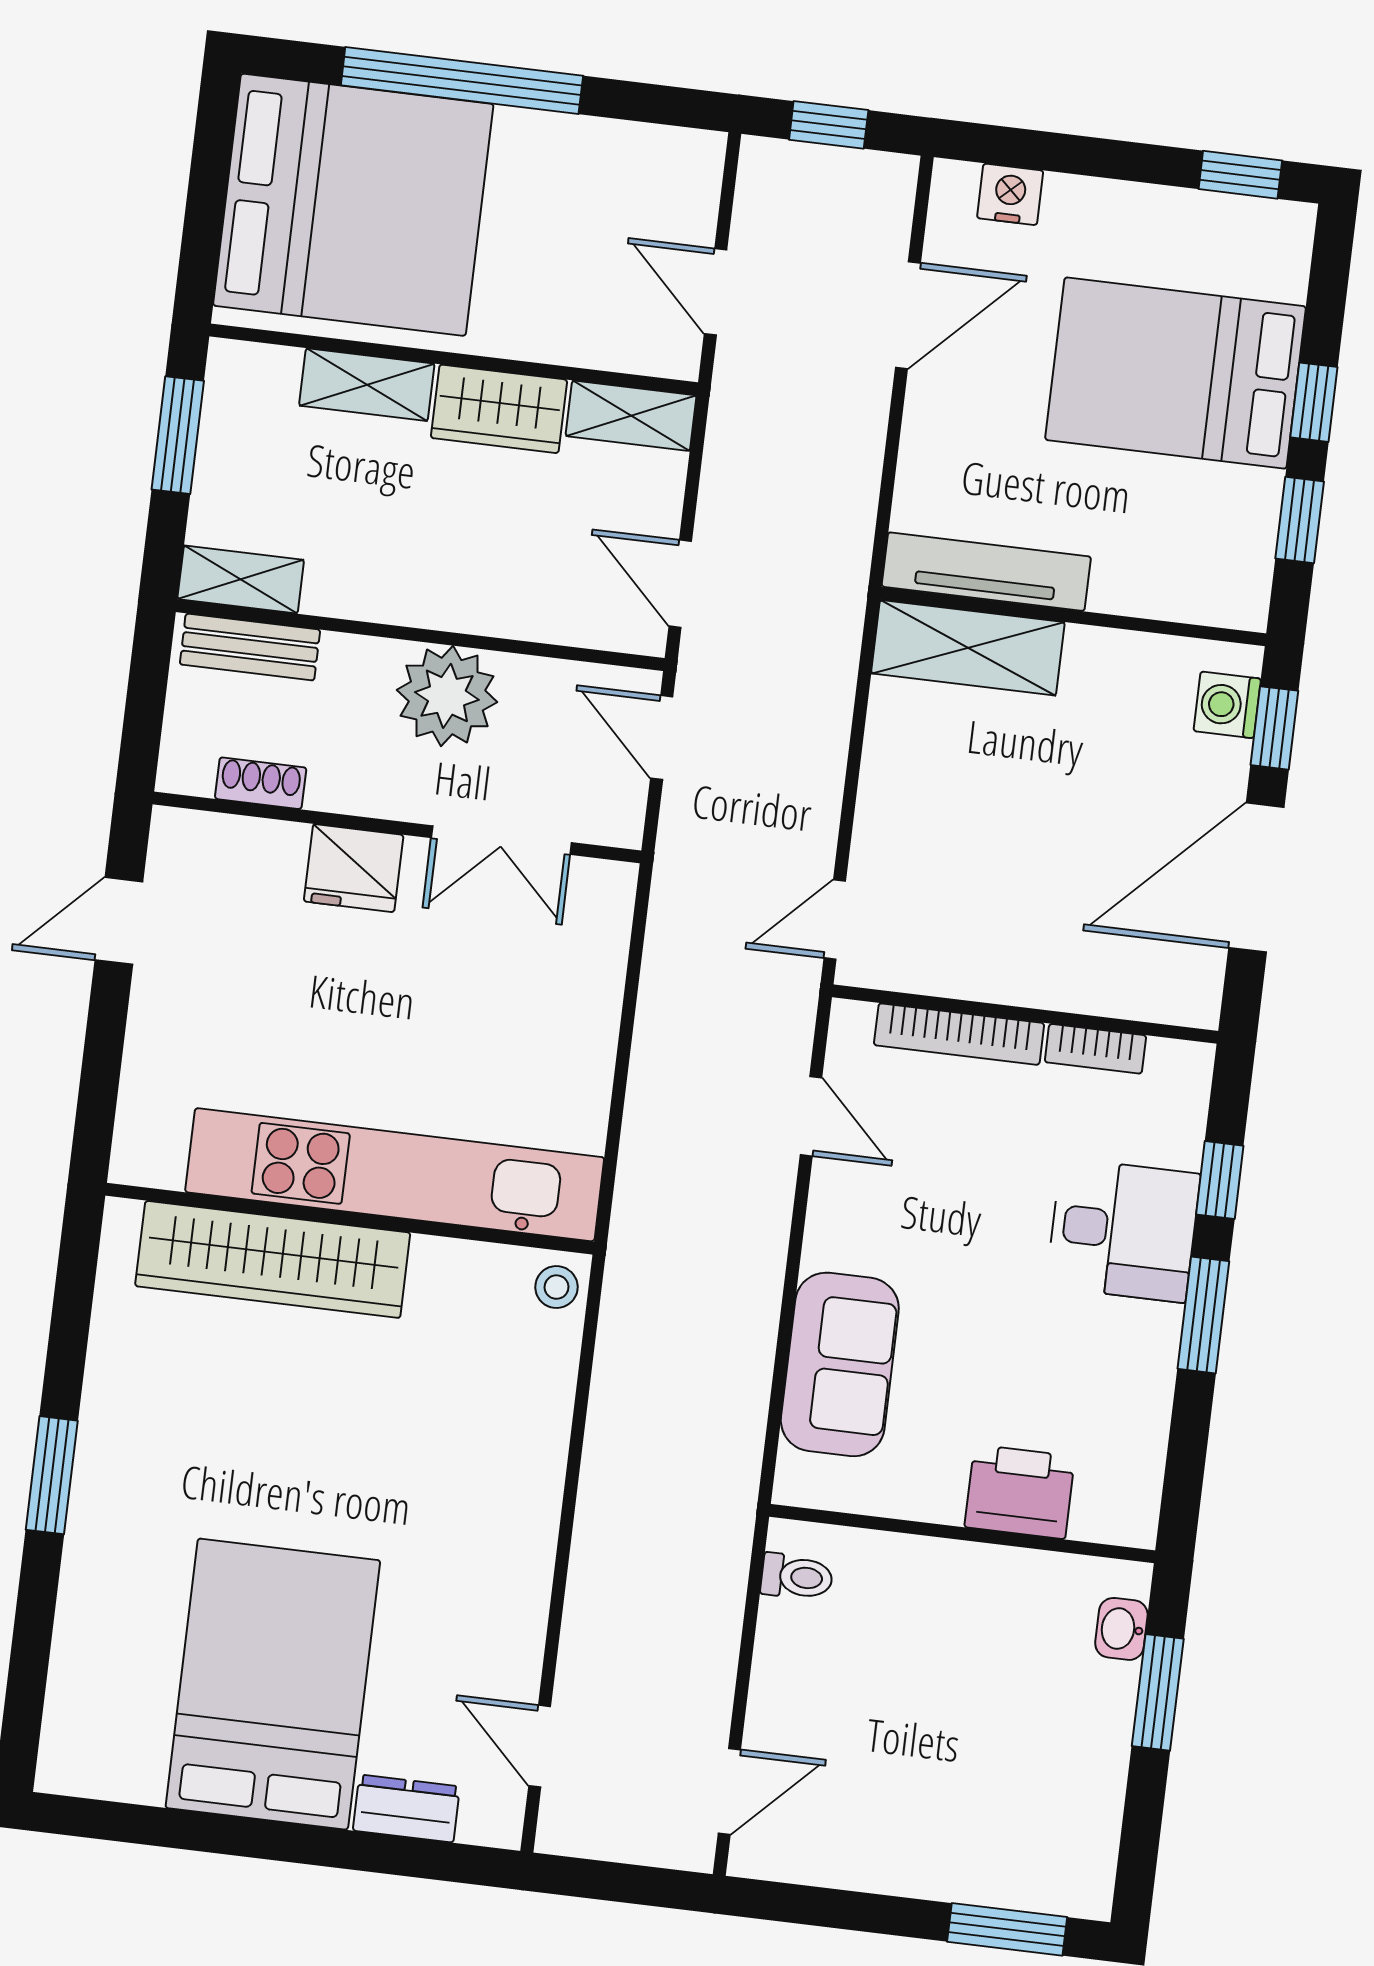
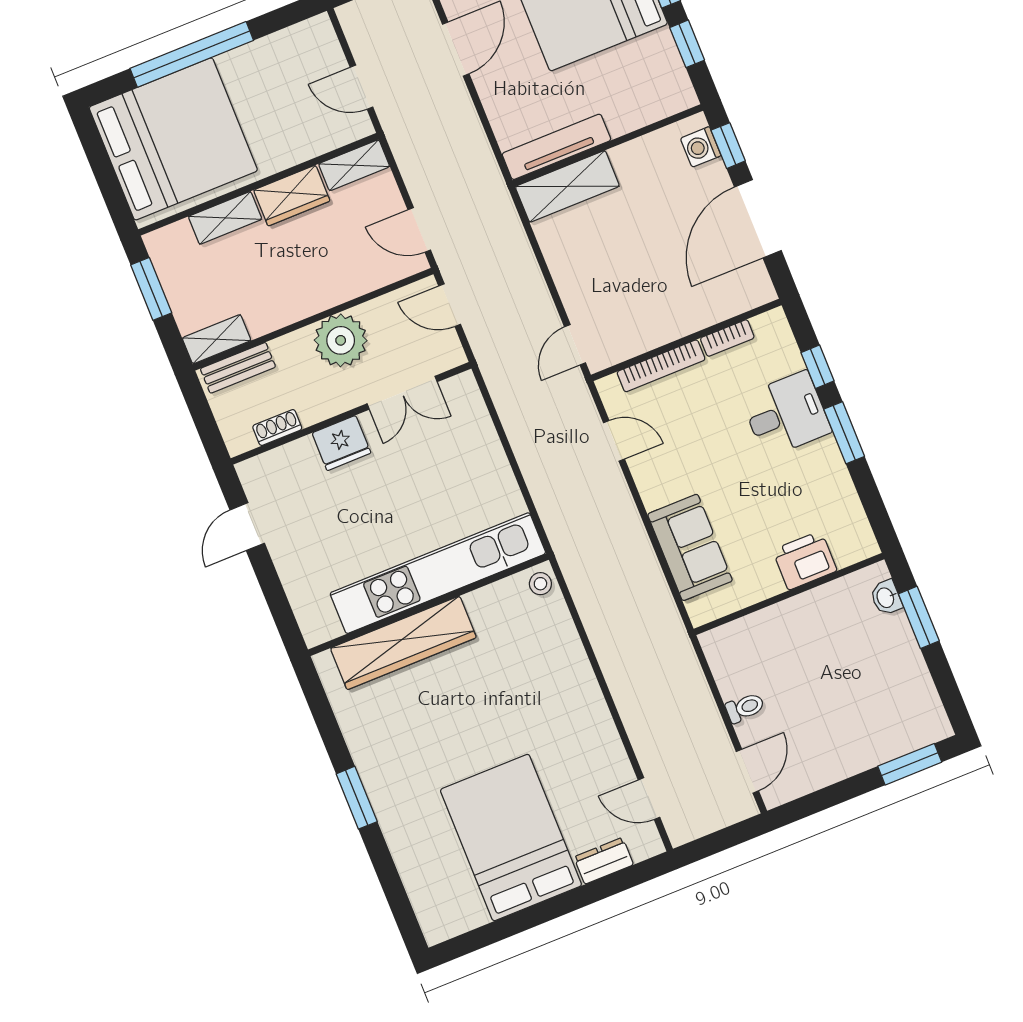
toilet: (797, 1577) -> (745, 708), moved

